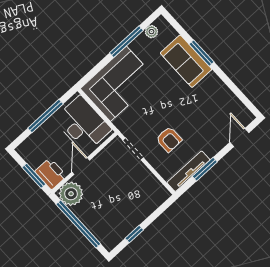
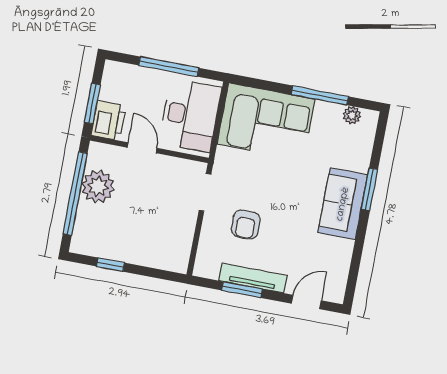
sofa: (186, 61) -> (343, 204), moved
door: (81, 166) -> (142, 148), hinge flipped
tv unit: (188, 171) -> (253, 278), moved
plant: (71, 194) -> (98, 187), moved

